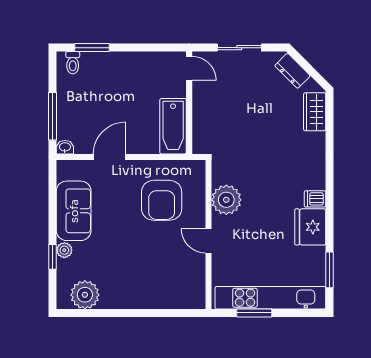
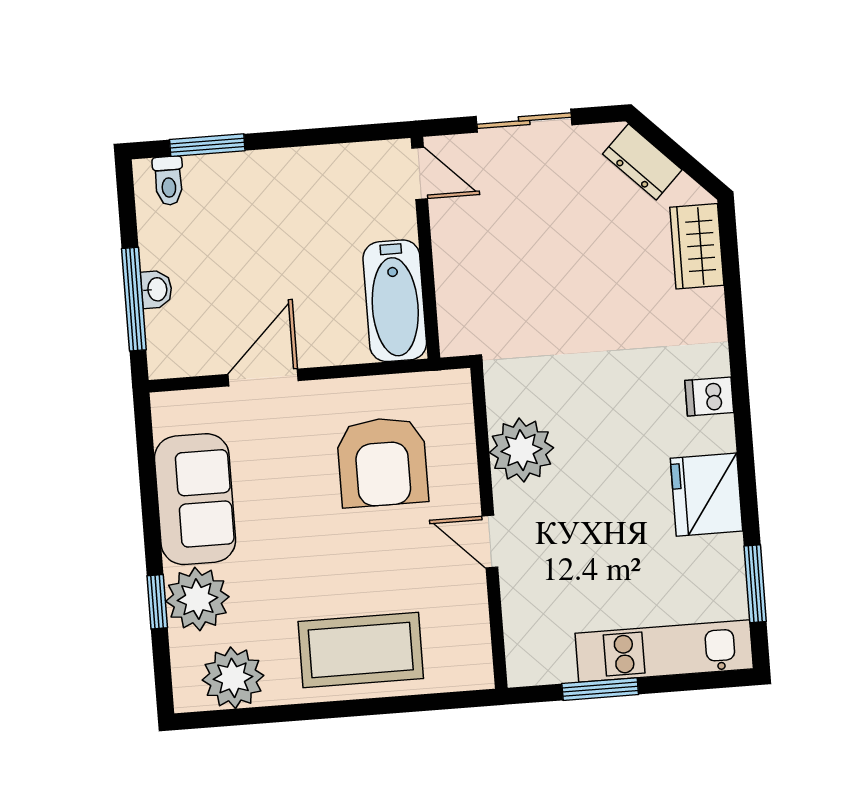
washbasin: (65, 147) -> (156, 289), moved, turned 90
dishwasher: (315, 199) -> (709, 397), moved
plant: (64, 250) -> (197, 599), width x1.87, depth x1.87
coffee table: (145, 286) -> (361, 650), added
kitchen unit: (270, 298) -> (664, 651), width x0.73

